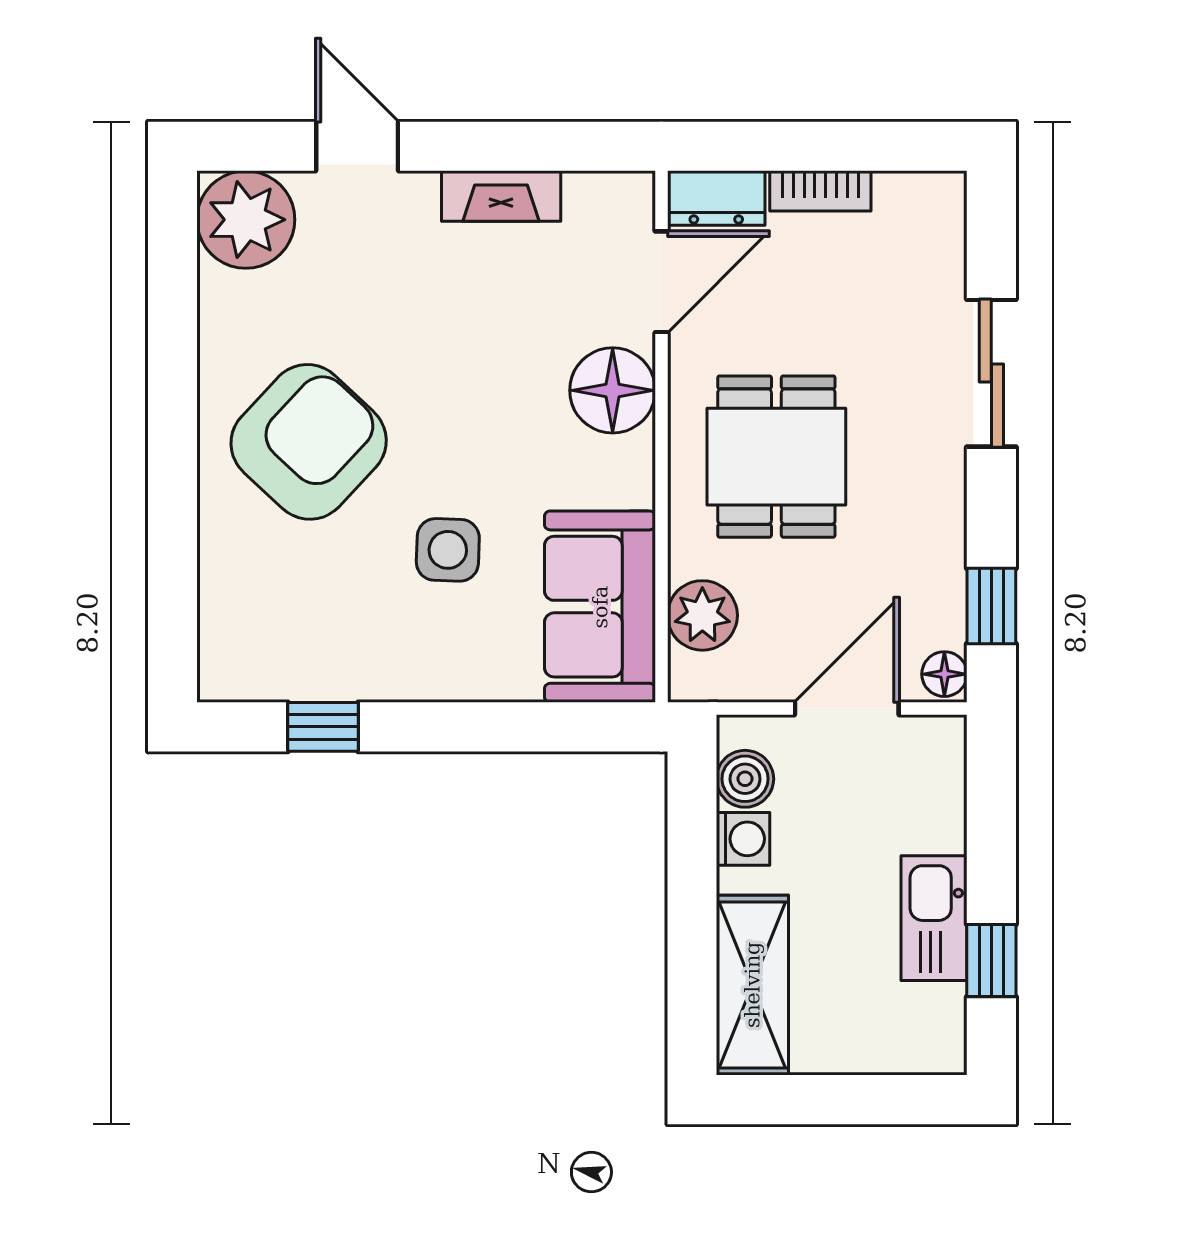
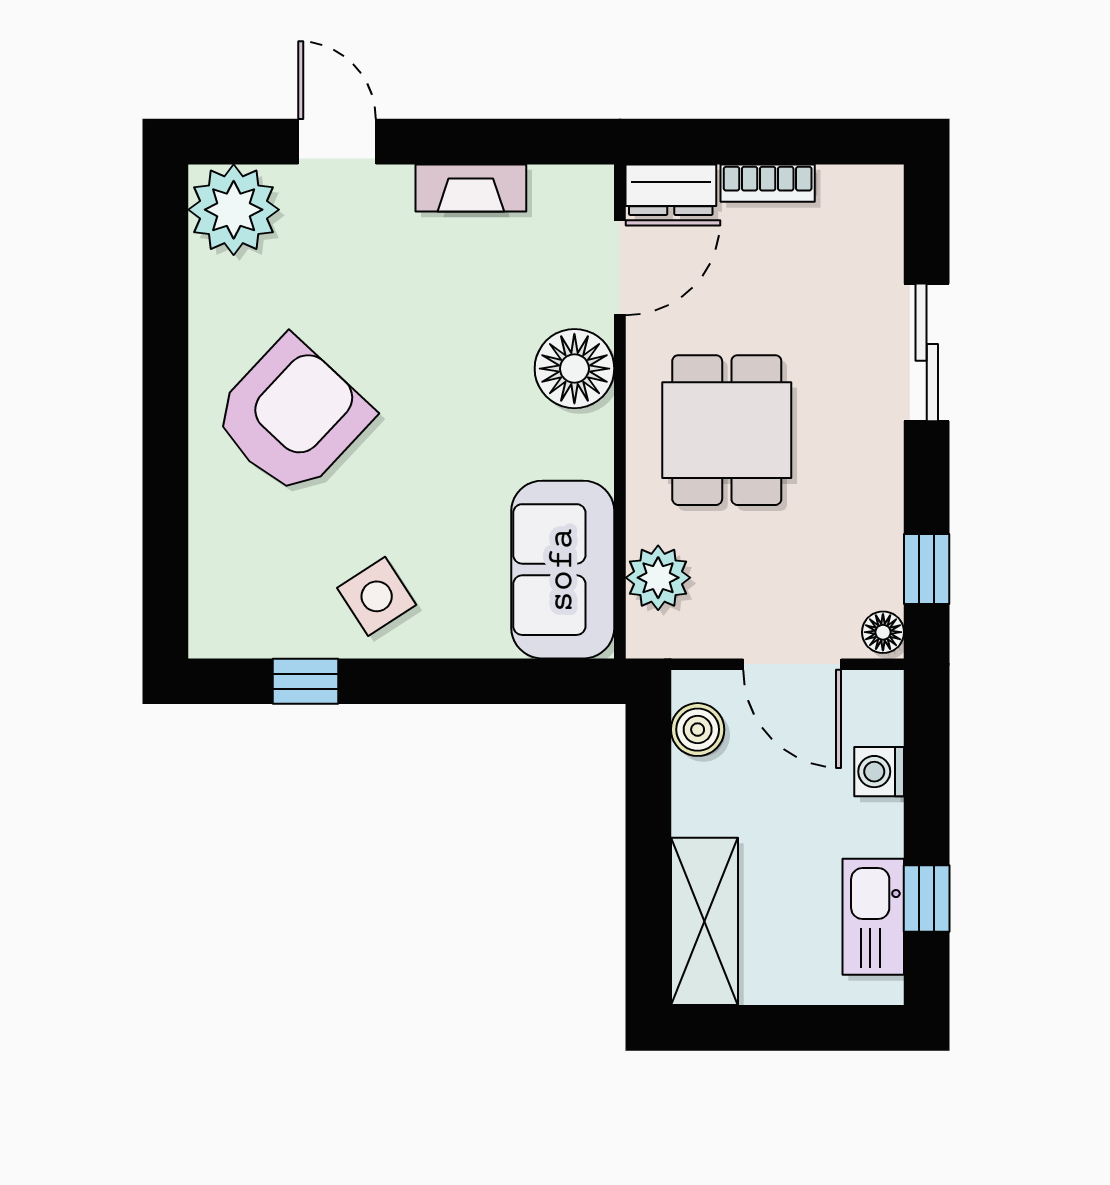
side table: (448, 550) -> (377, 596), moved, turned -35
door: (847, 708) -> (792, 664), swing flipped
washing machine: (743, 839) -> (879, 772), moved, turned 180
kitchen sink: (934, 918) -> (873, 917), moved

